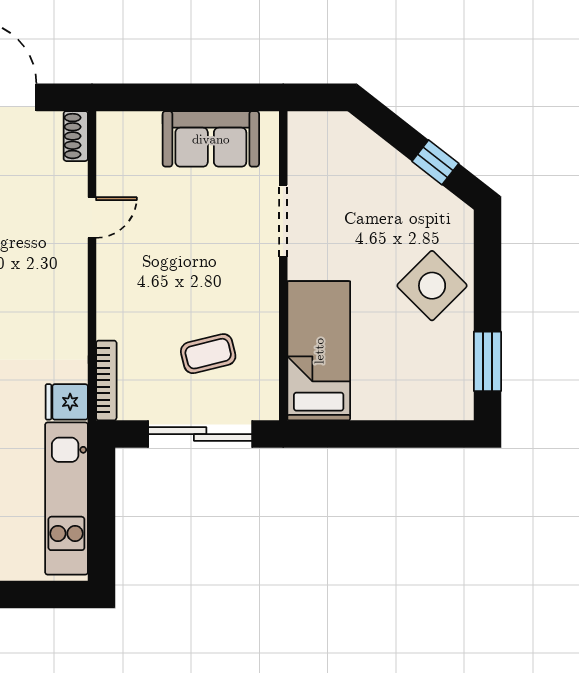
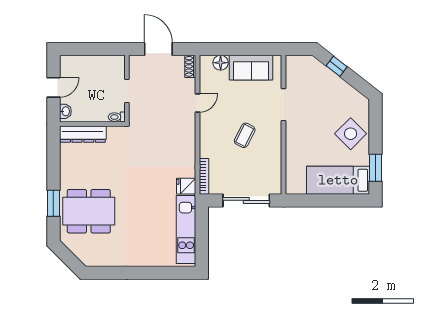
floor lamp: (143, 128) -> (221, 63), added
window: (435, 162) -> (337, 66), moved
bed: (319, 351) -> (338, 180), moved, turned -90
coffee table: (208, 354) -> (245, 135), moved, turned -49

